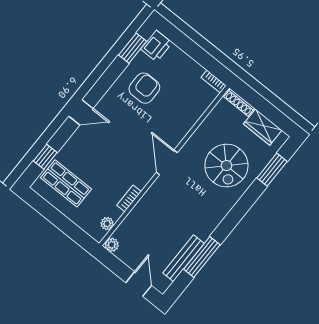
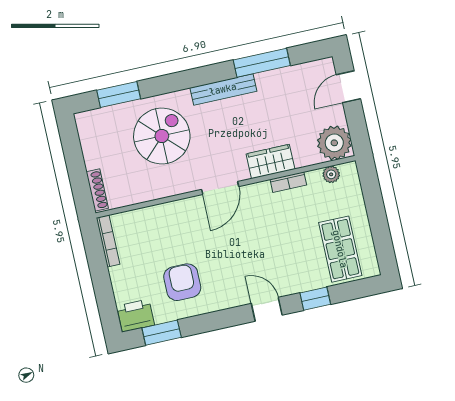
bookcase: (214, 82) -> (108, 241), width x1.56
armchair: (144, 88) -> (182, 282), turned 90
wardrobe: (263, 127) -> (270, 161), moved, turned -90
window: (45, 157) -> (315, 299), moved
plant: (112, 245) -> (334, 143), width x1.88, depth x1.88
bench: (183, 258) -> (223, 89), moved

